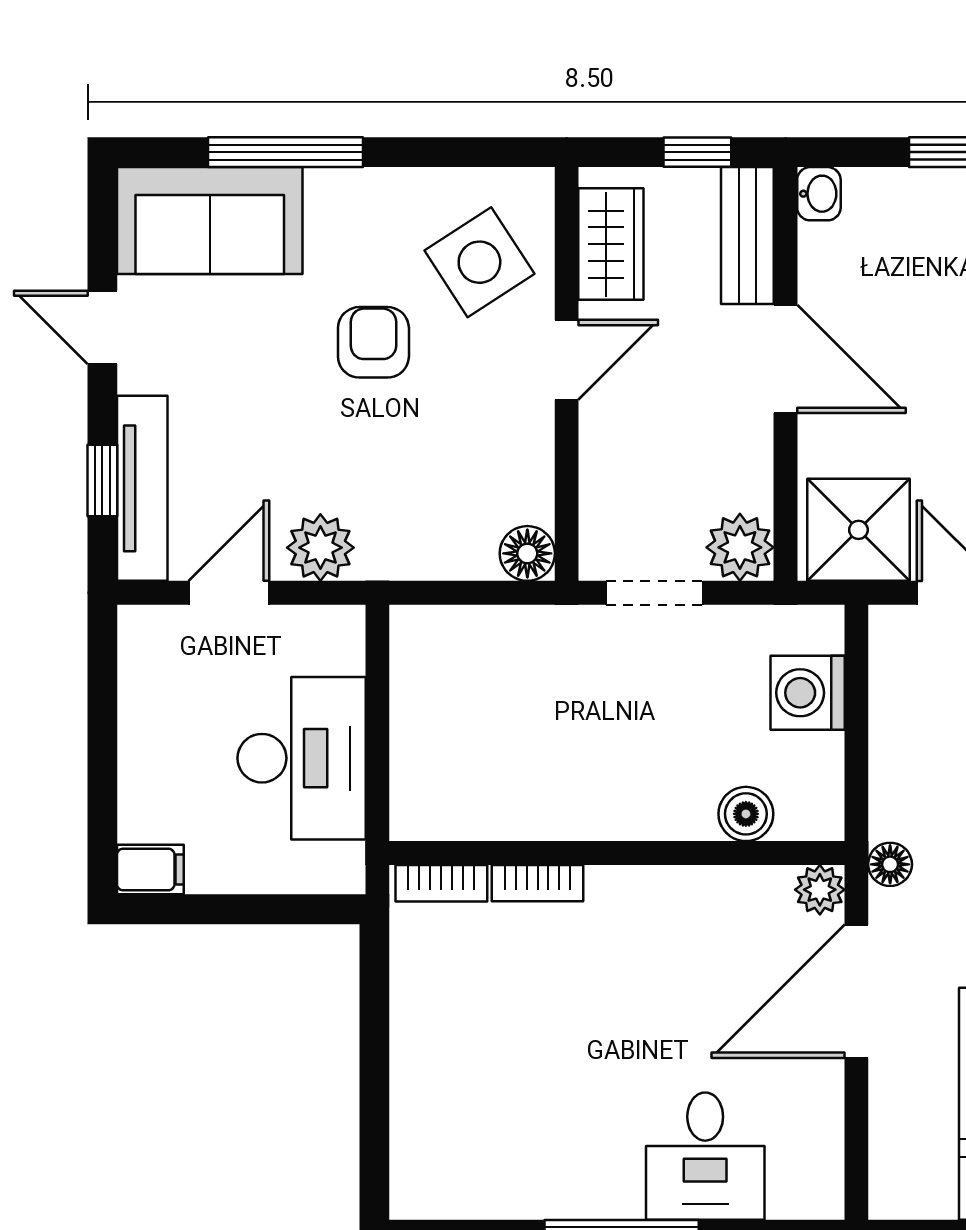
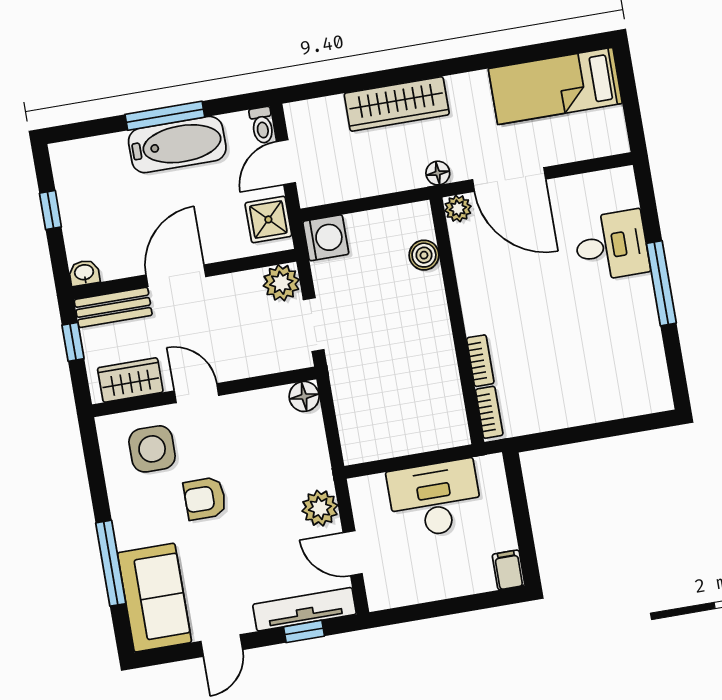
side table: (479, 262) -> (152, 449), turned 33
shower: (858, 530) -> (268, 219), width x0.73, depth x0.73
washing machine: (808, 693) -> (326, 238), moved, turned -90

